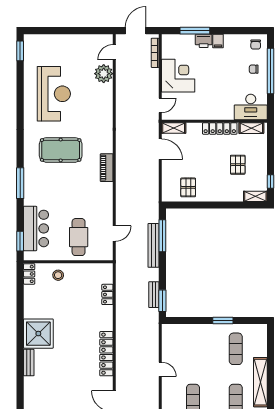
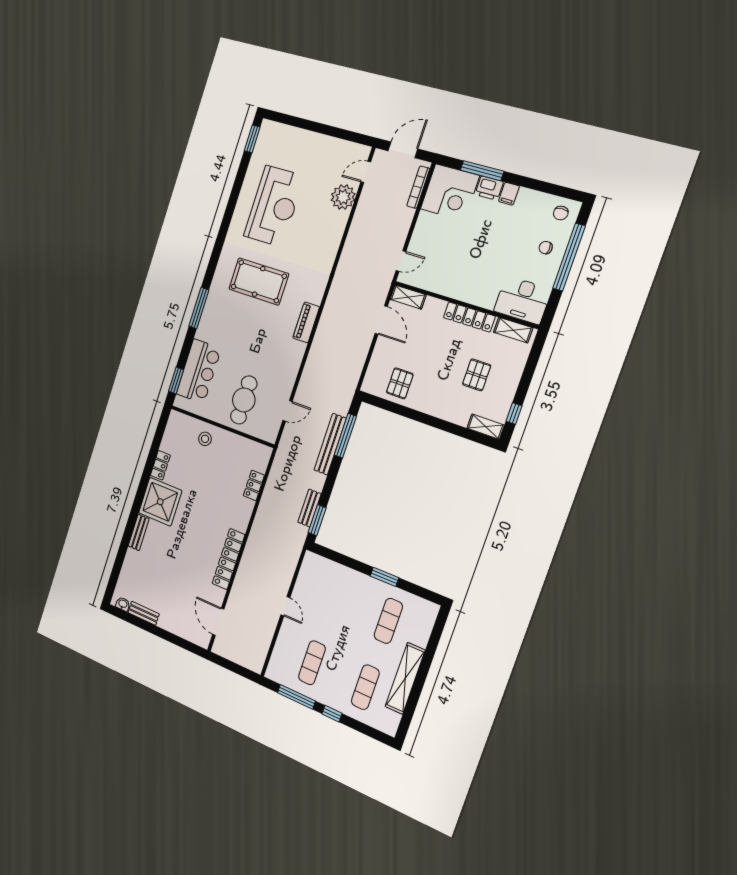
corner desk: (178, 76) -> (450, 192), moved, turned 90
locker: (29, 274) -> (160, 465), moved

